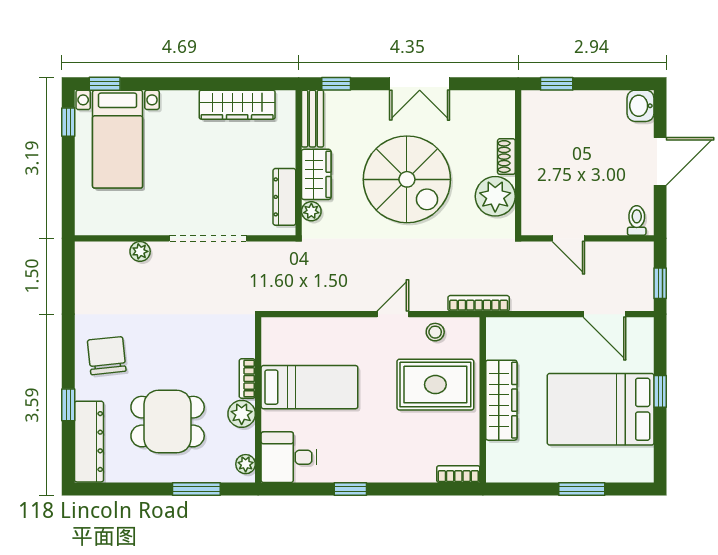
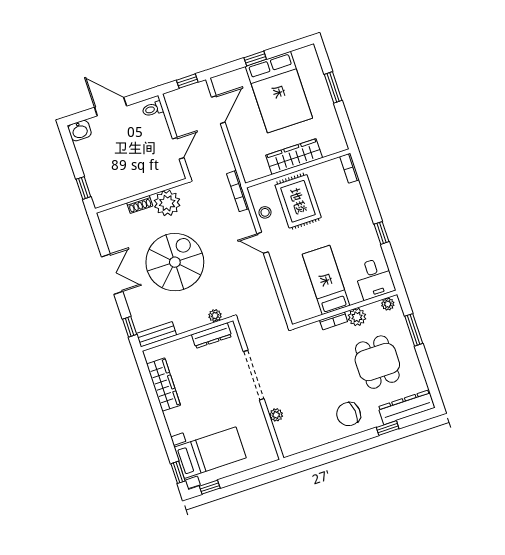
wardrobe: (316, 174) -> (191, 320), removed

